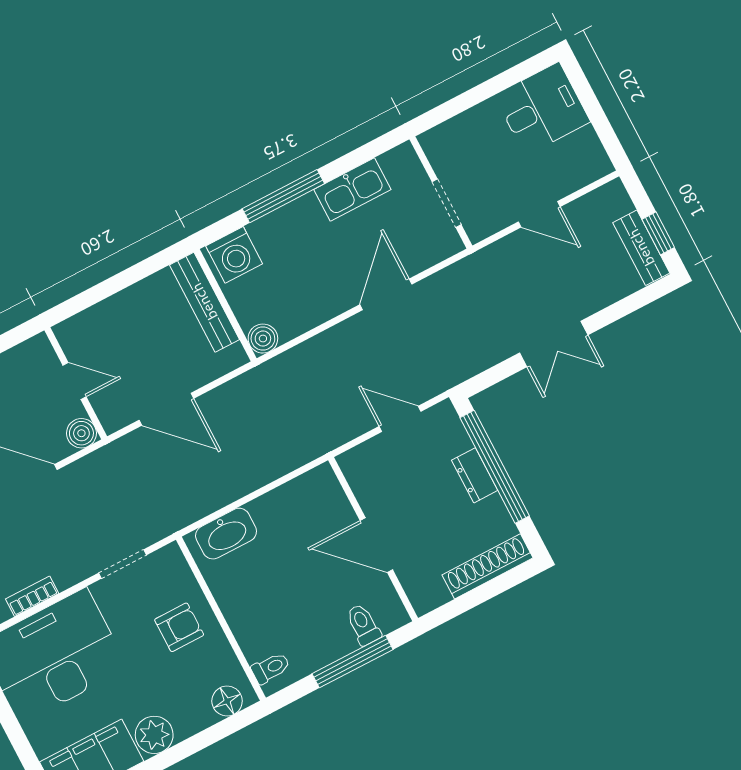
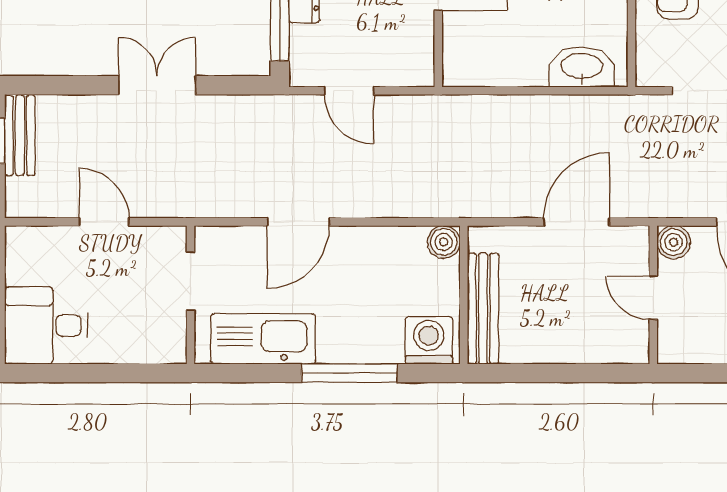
kitchen sink: (352, 189) -> (263, 339), width x1.36, depth x1.24
door: (166, 409) -> (577, 222), hinge flipped

